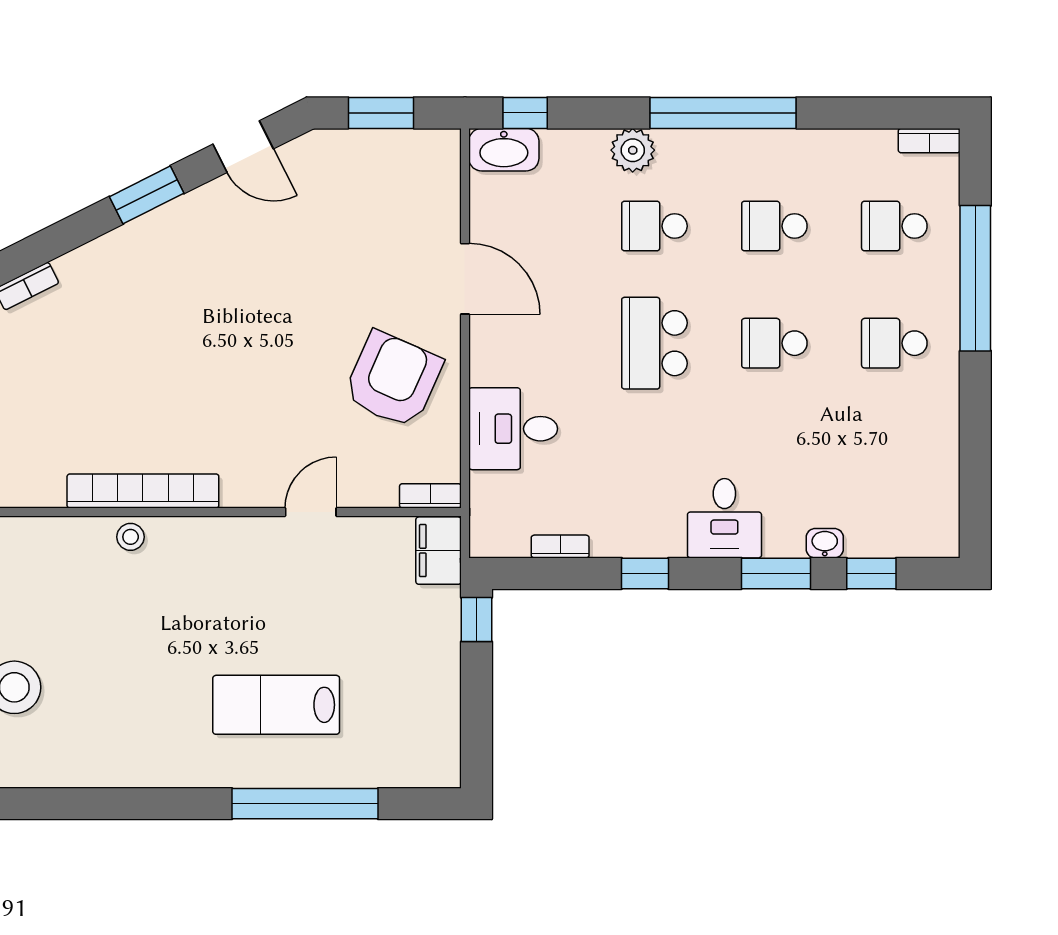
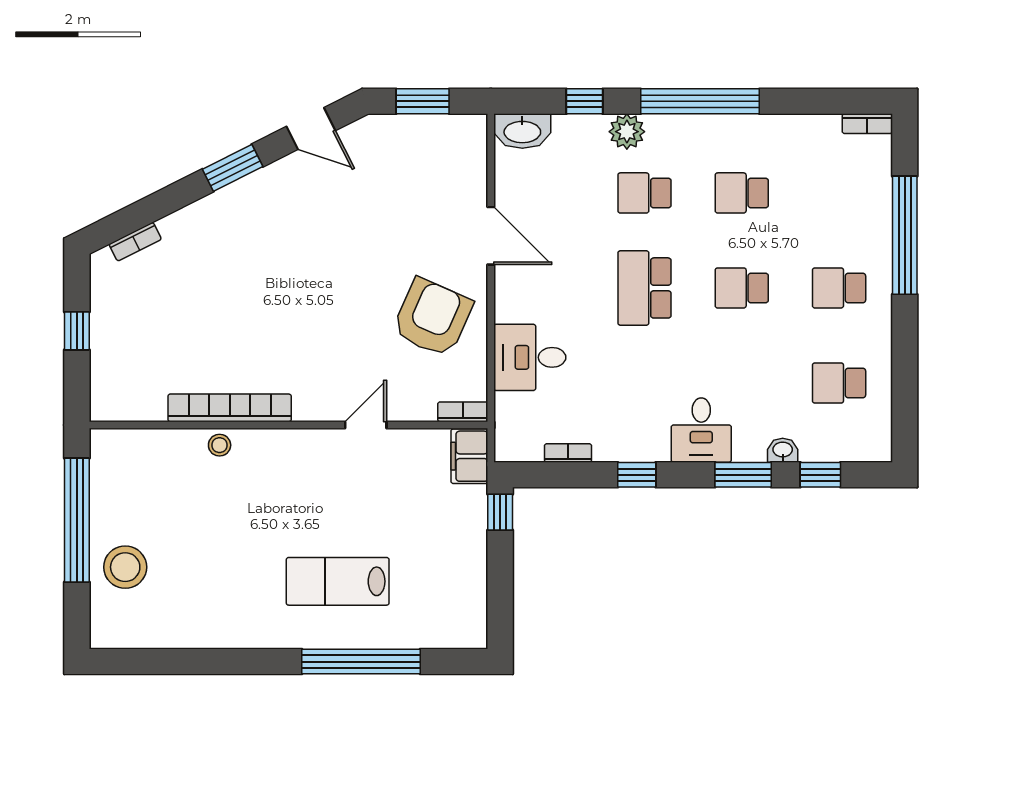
window: (525, 113) -> (584, 101), moved
school desk: (894, 226) -> (839, 383), moved

